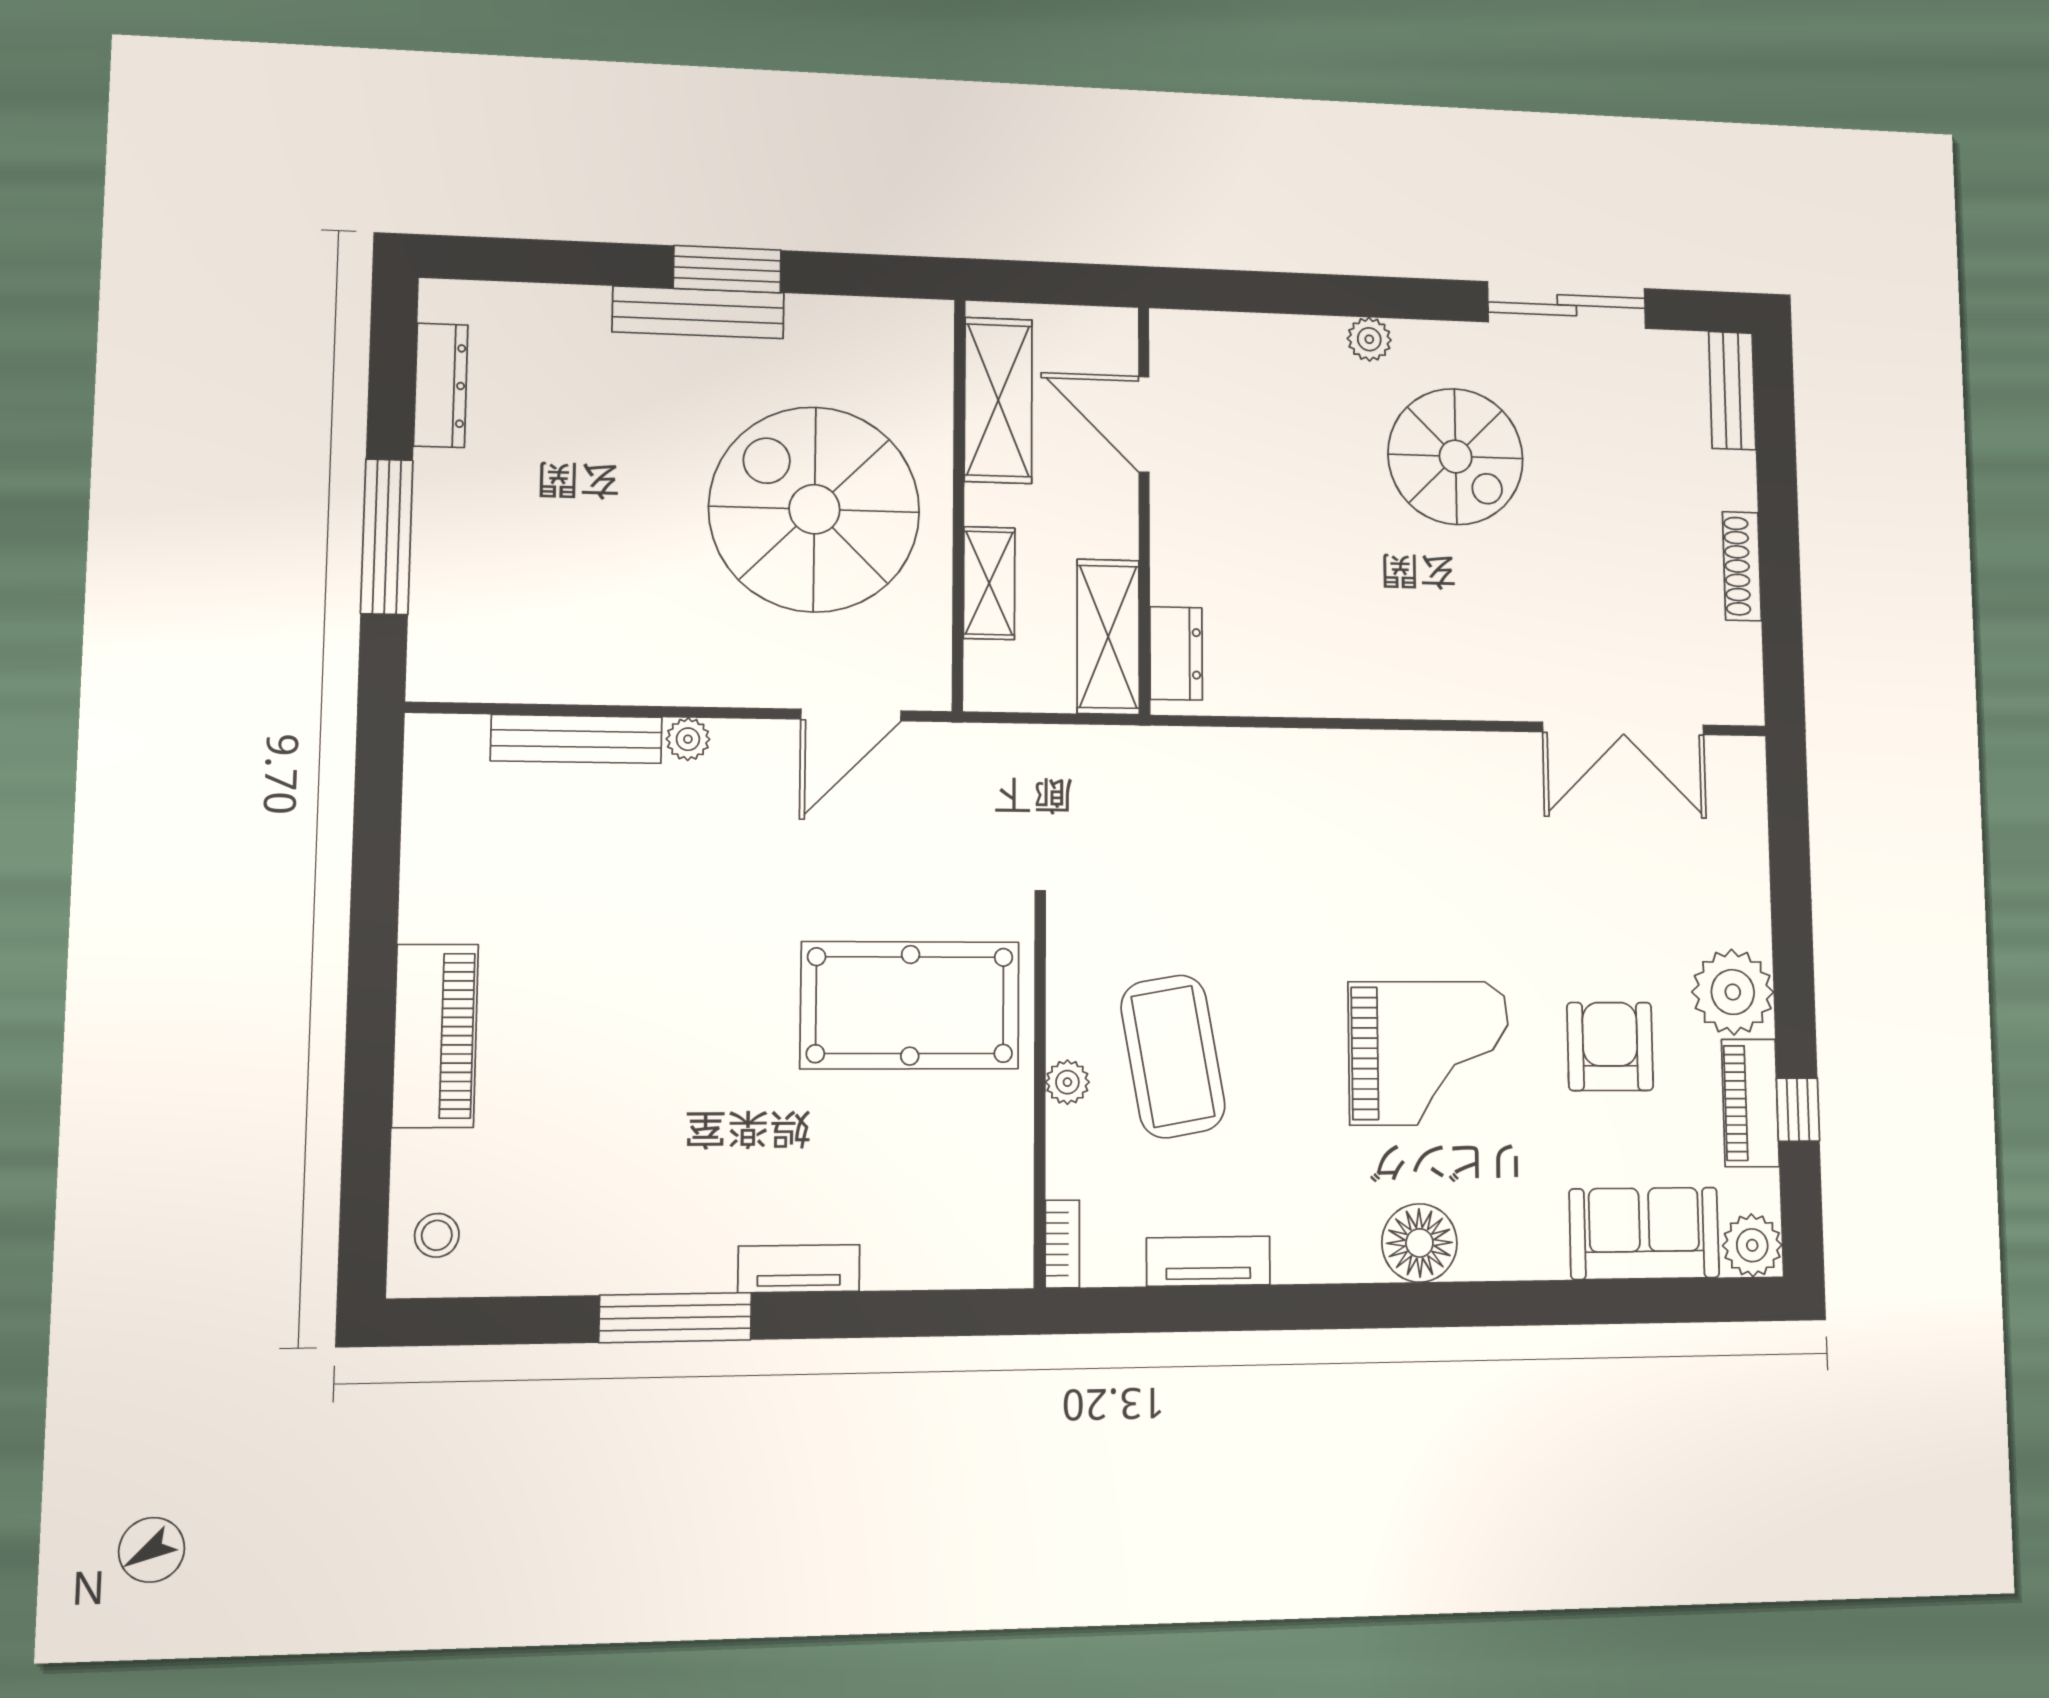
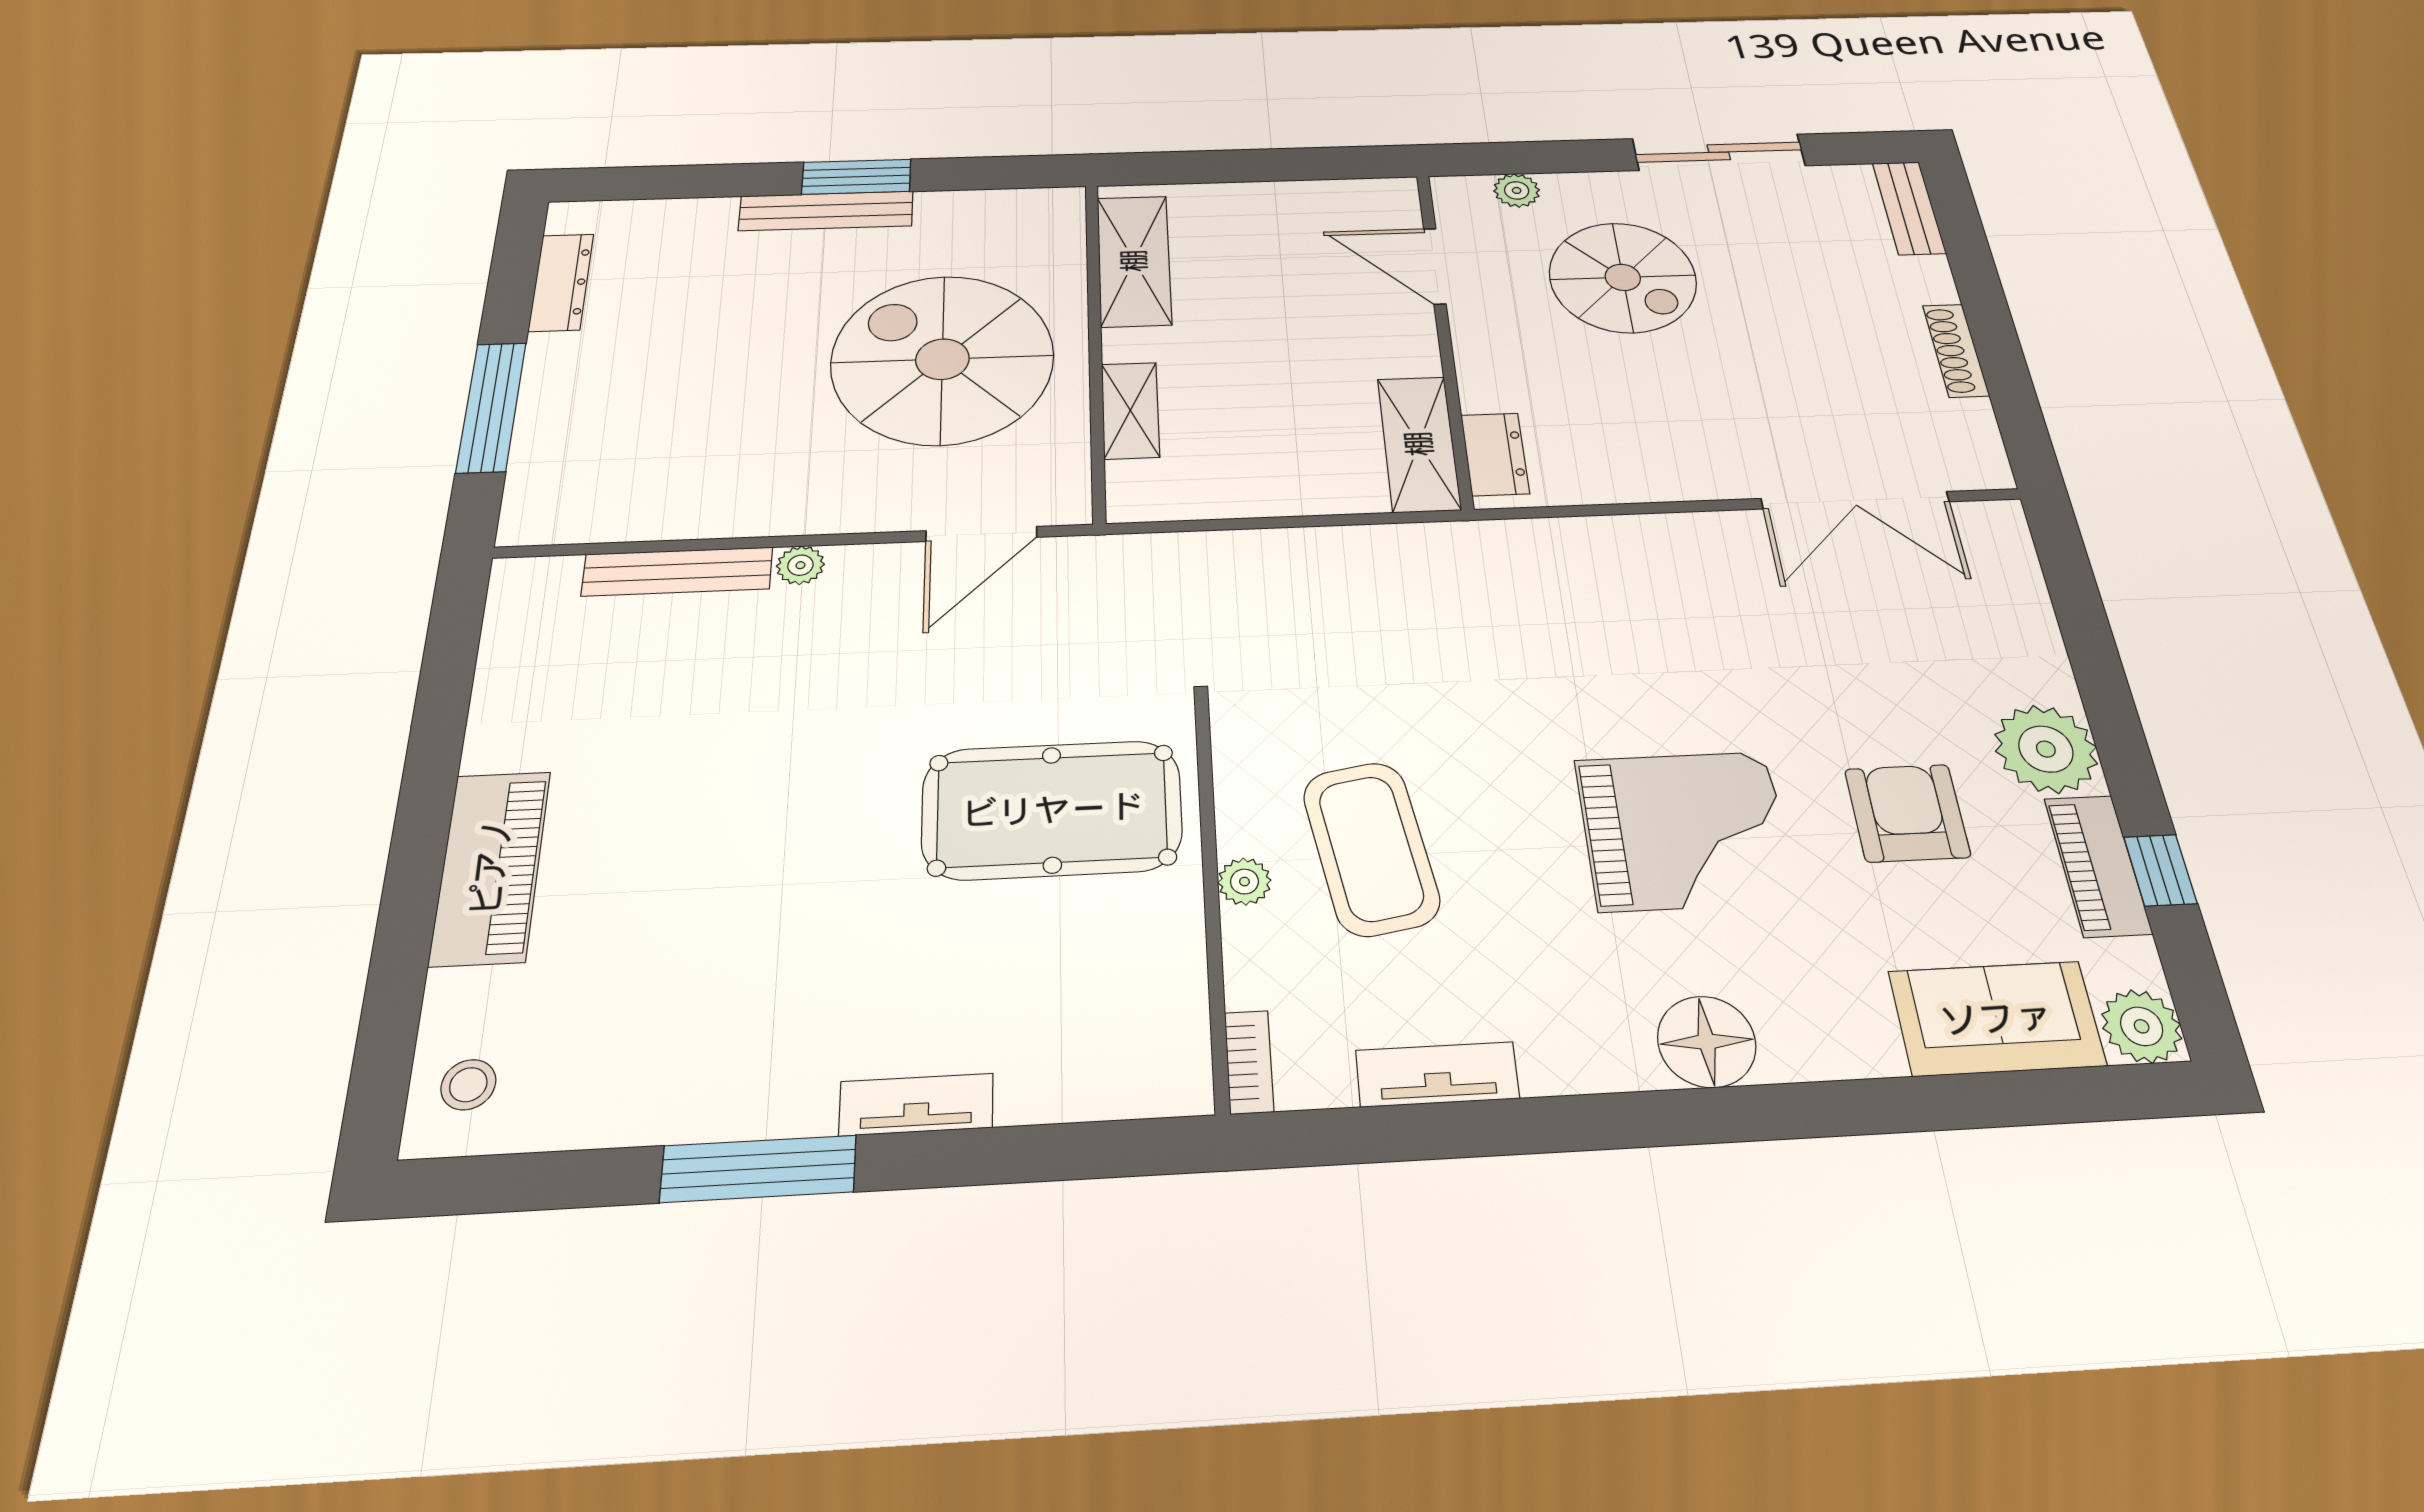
door: (1144, 424) -> (1435, 266), moved
wall: (1144, 509) -> (1444, 334), moved
shelving: (1108, 637) -> (1419, 444), moved
dresser: (1176, 653) -> (1495, 454), moved

